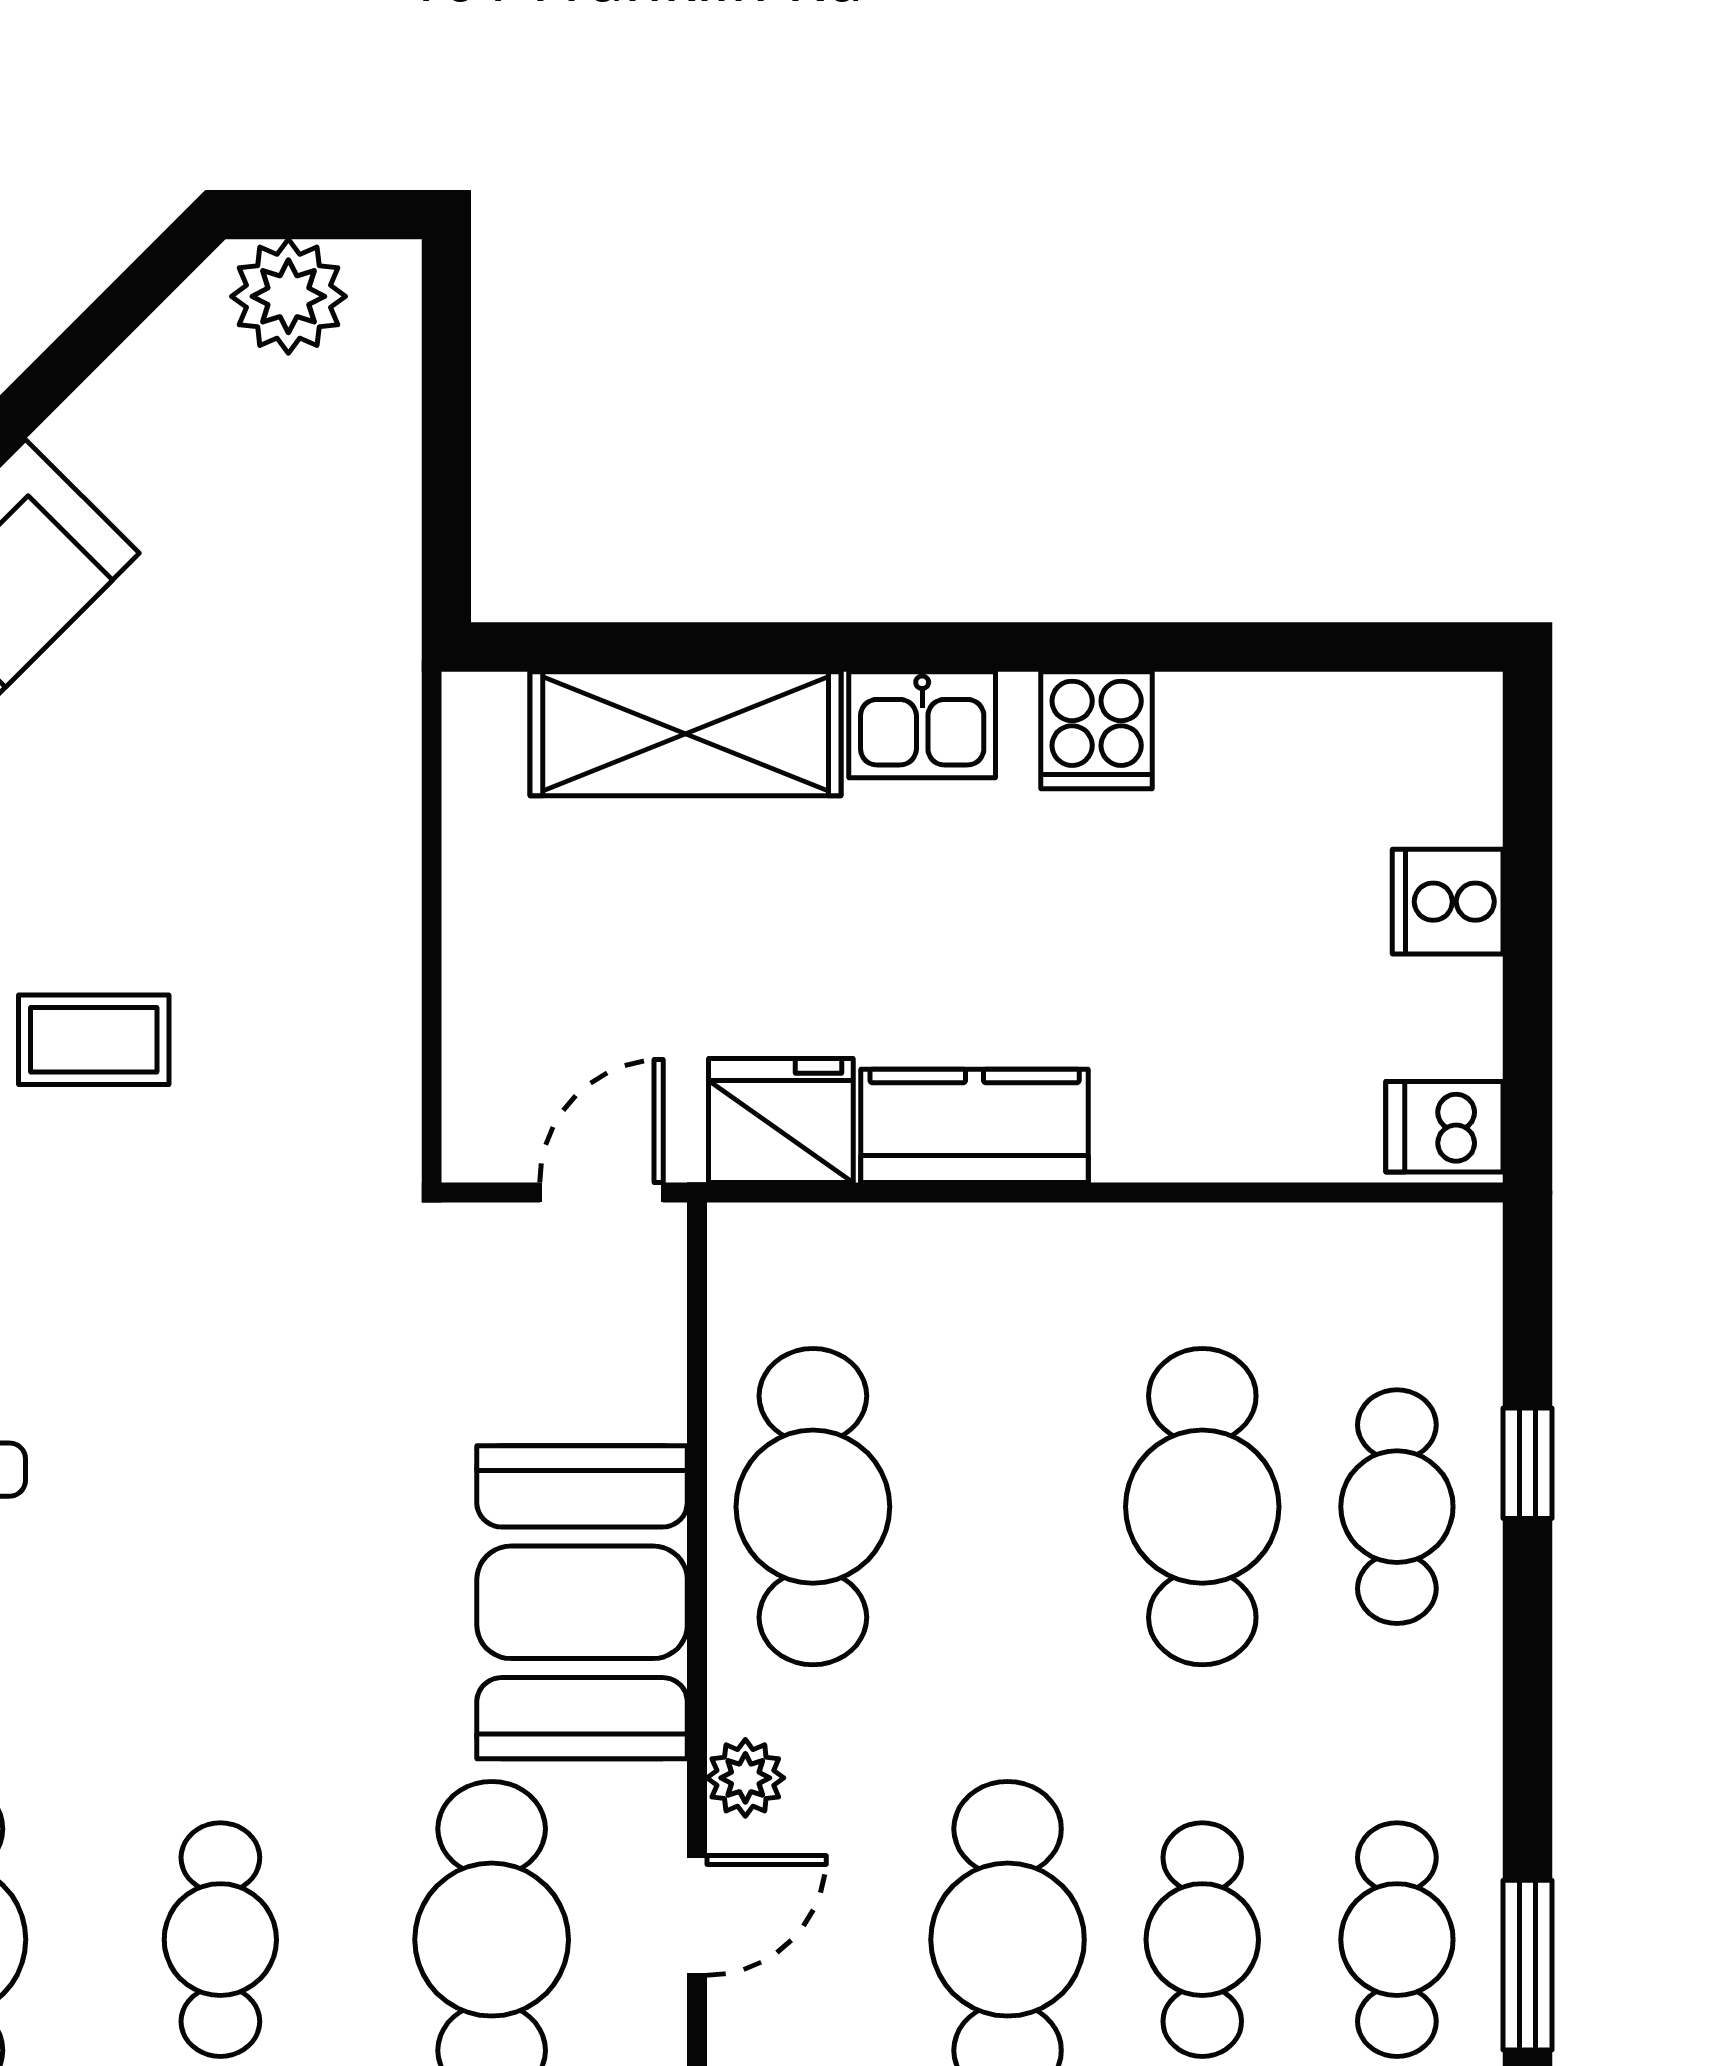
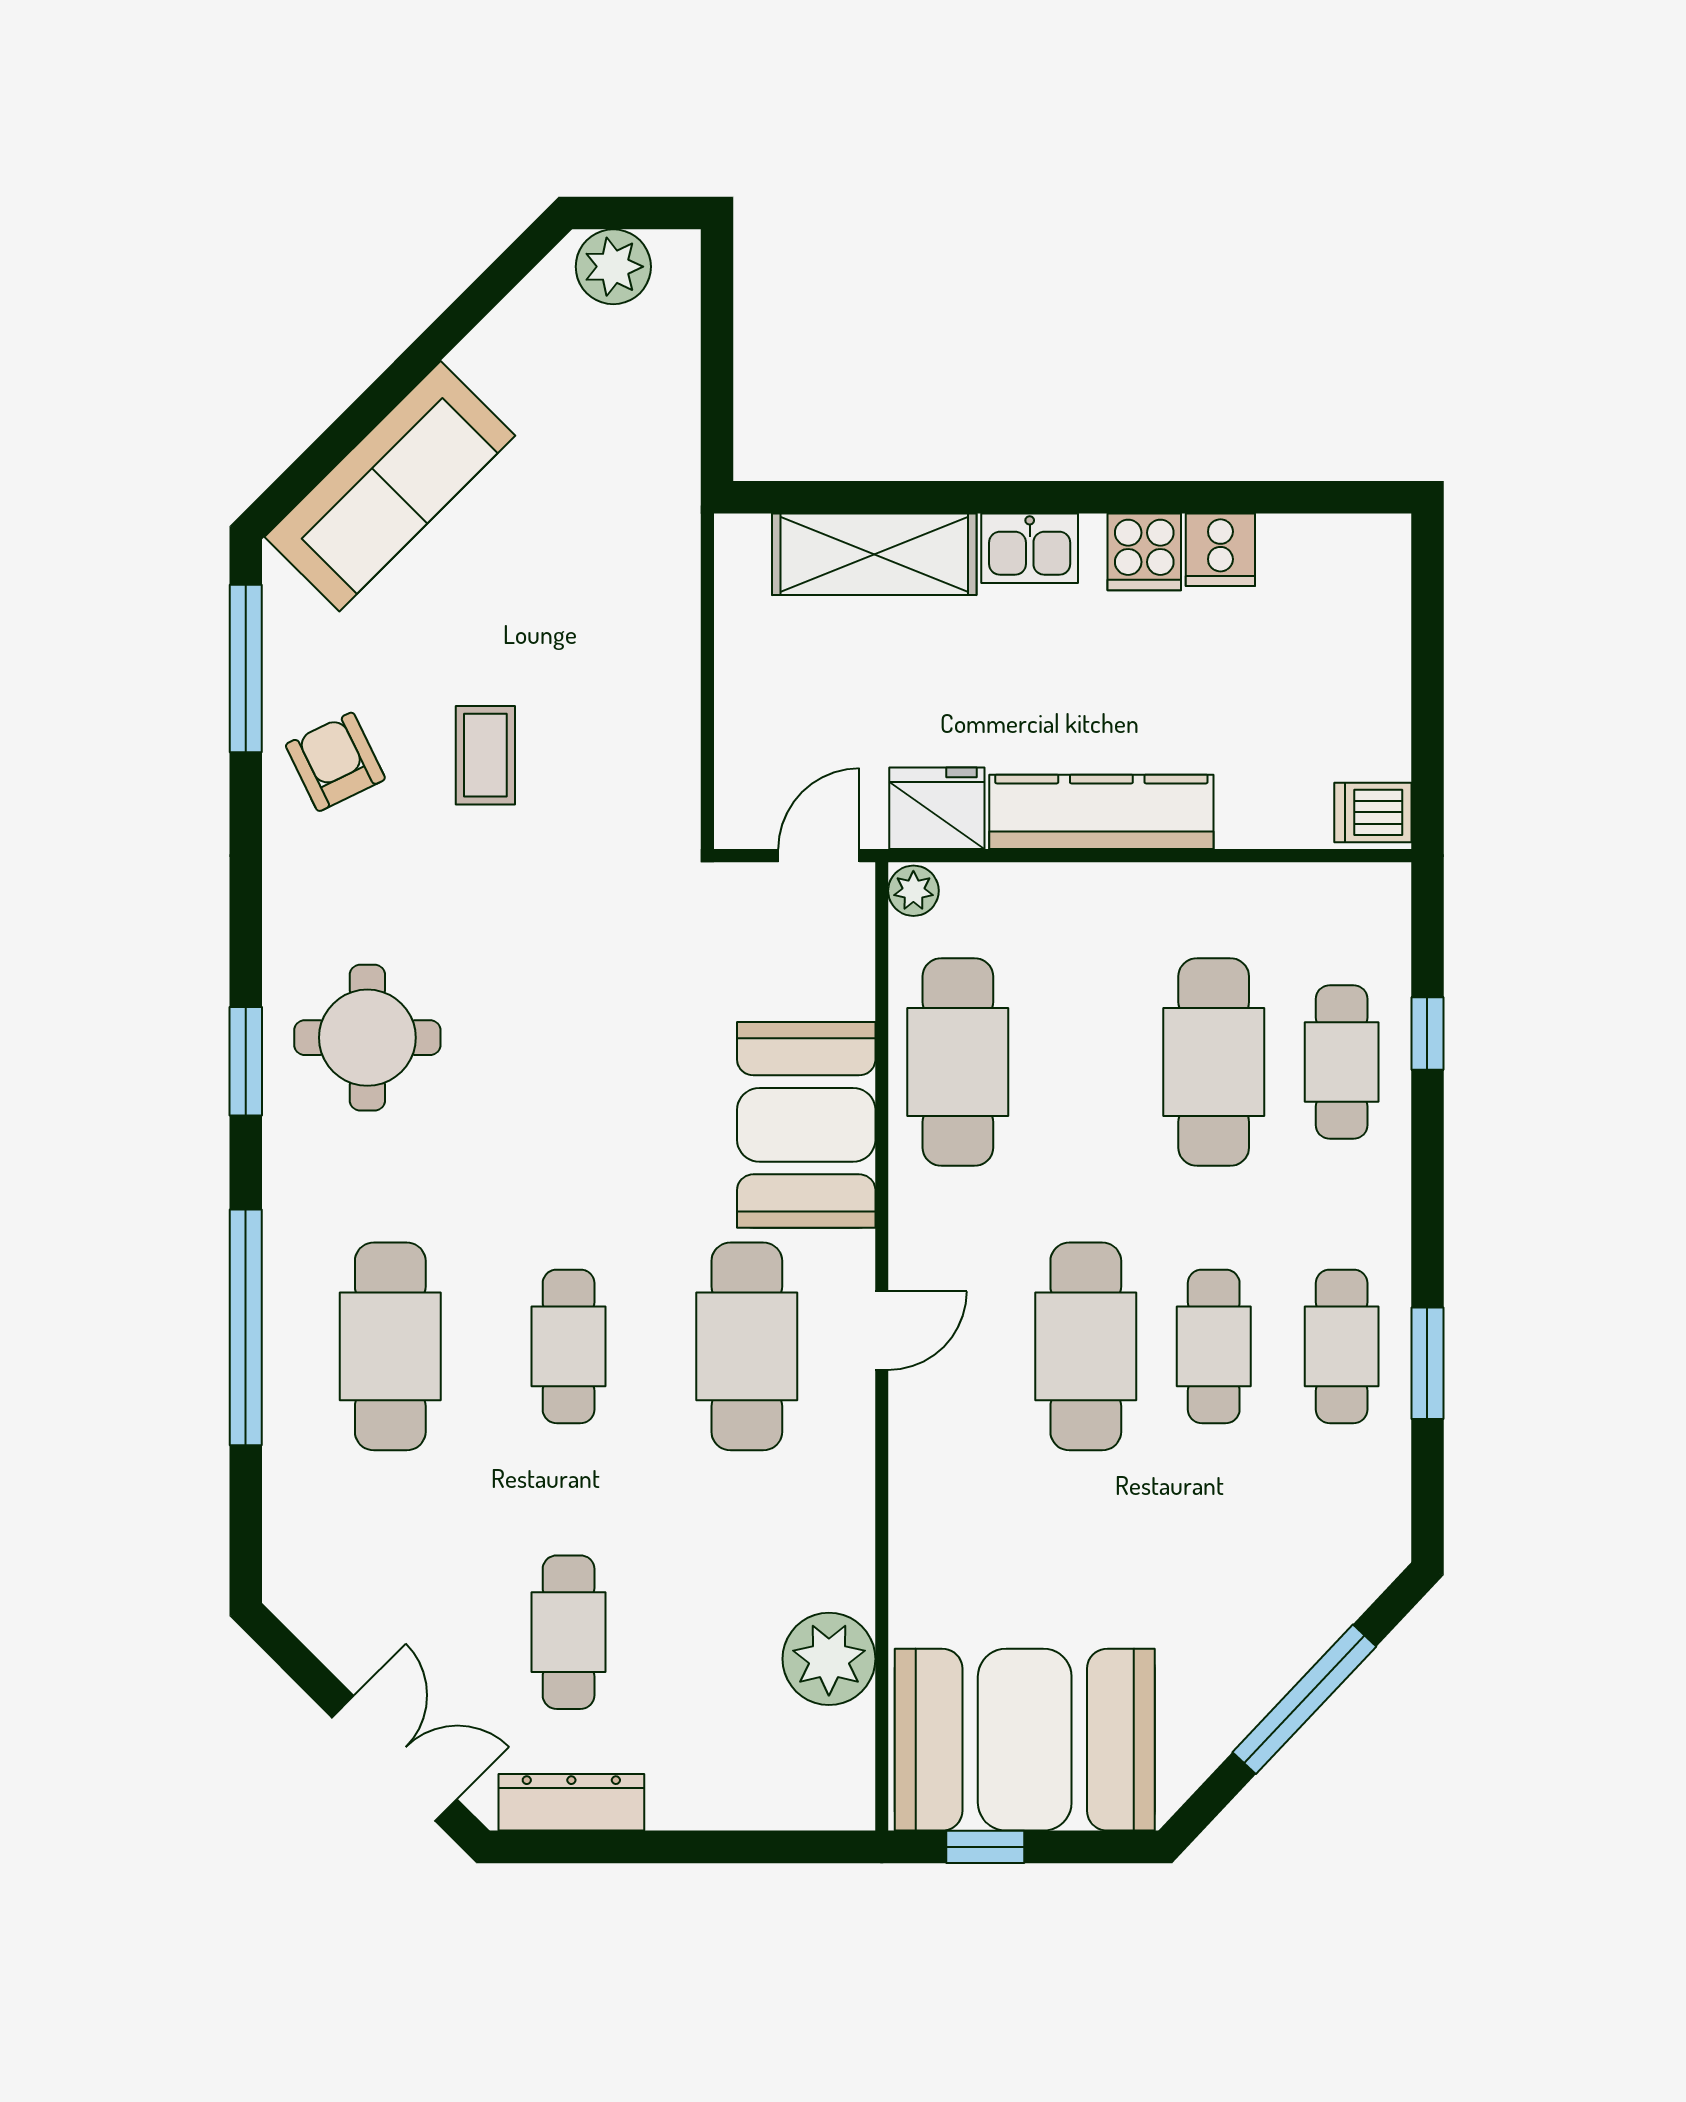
cooker: (1448, 902) -> (1220, 550), moved, turned -90
coffee table: (94, 1040) -> (485, 755), turned 90
kitchen counter: (975, 1126) -> (1101, 812), width x1.50
plant: (745, 1778) -> (913, 891), moved

